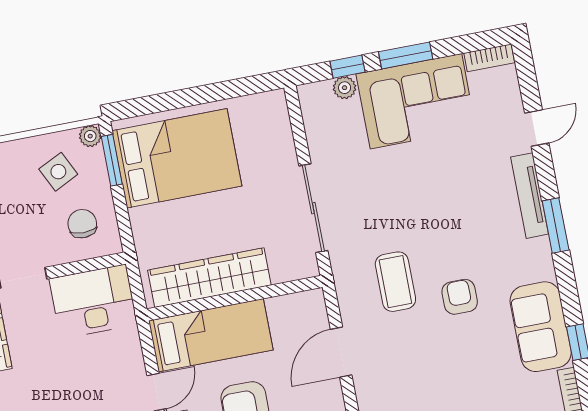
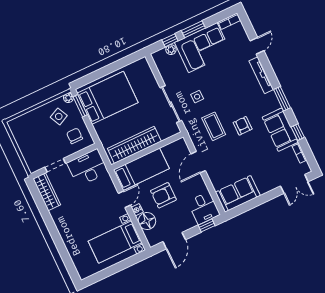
side table: (376, 206) -> (197, 97), added
window: (556, 226) -> (282, 99), moved

